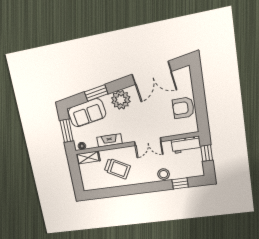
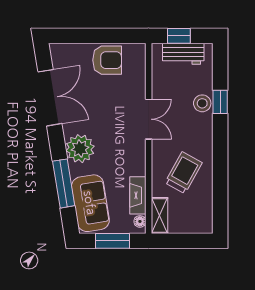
window: (96, 93) -> (64, 183), width x1.44
armchair: (183, 108) -> (107, 60), turned -90
fireplace: (109, 140) -> (138, 195), moved
workbench: (186, 145) -> (183, 54), moved, turned 90
window: (180, 183) -> (220, 102), moved

